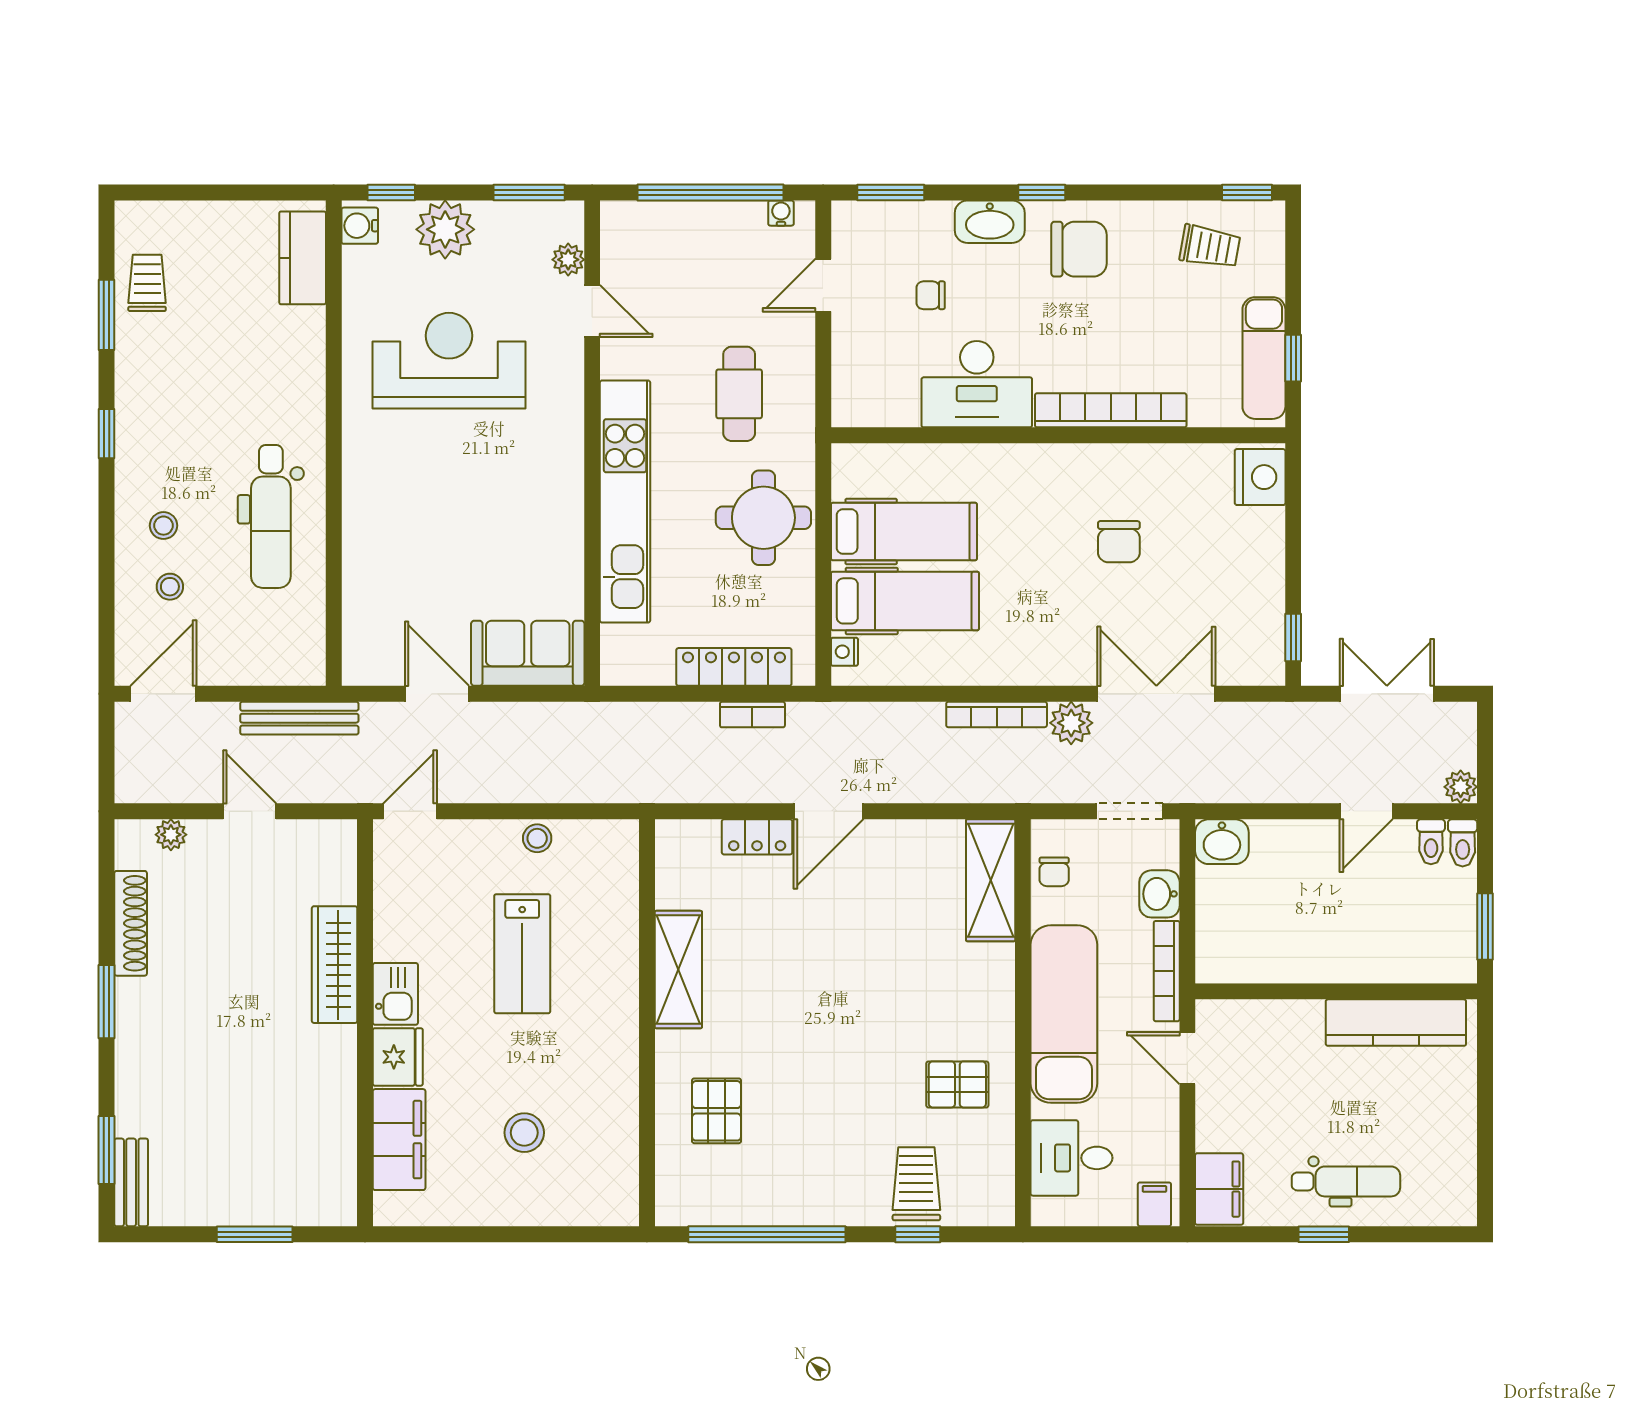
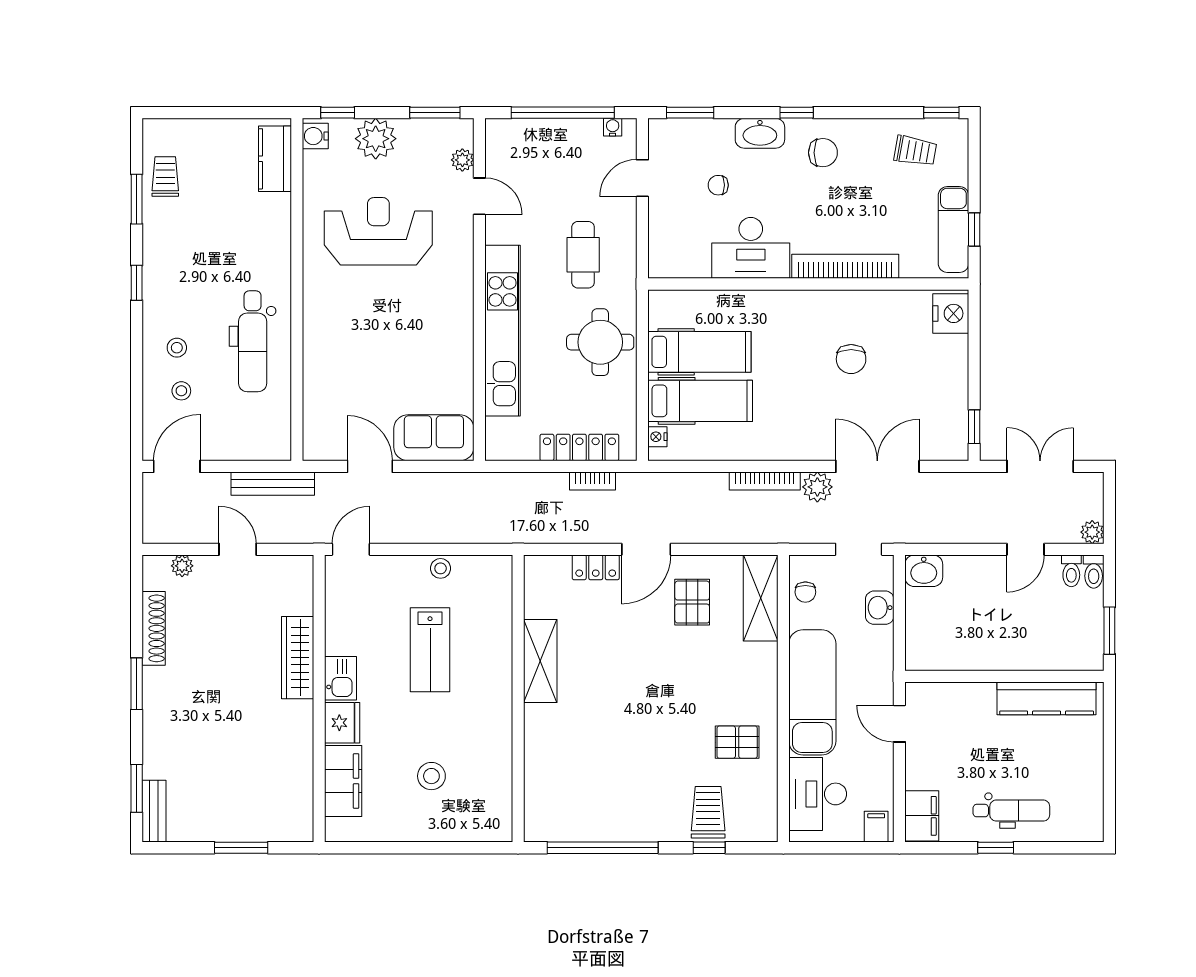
chair: (1079, 249) -> (823, 153), width x0.73, depth x0.73
bookcase: (1167, 971) -> (885, 662), removed
pallet: (717, 1111) -> (692, 602), moved
desk: (1072, 1158) -> (818, 794), width x1.37

